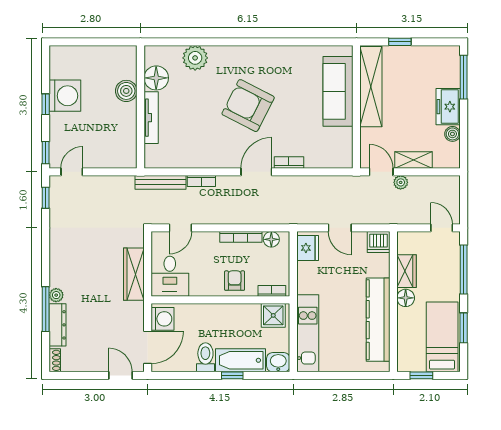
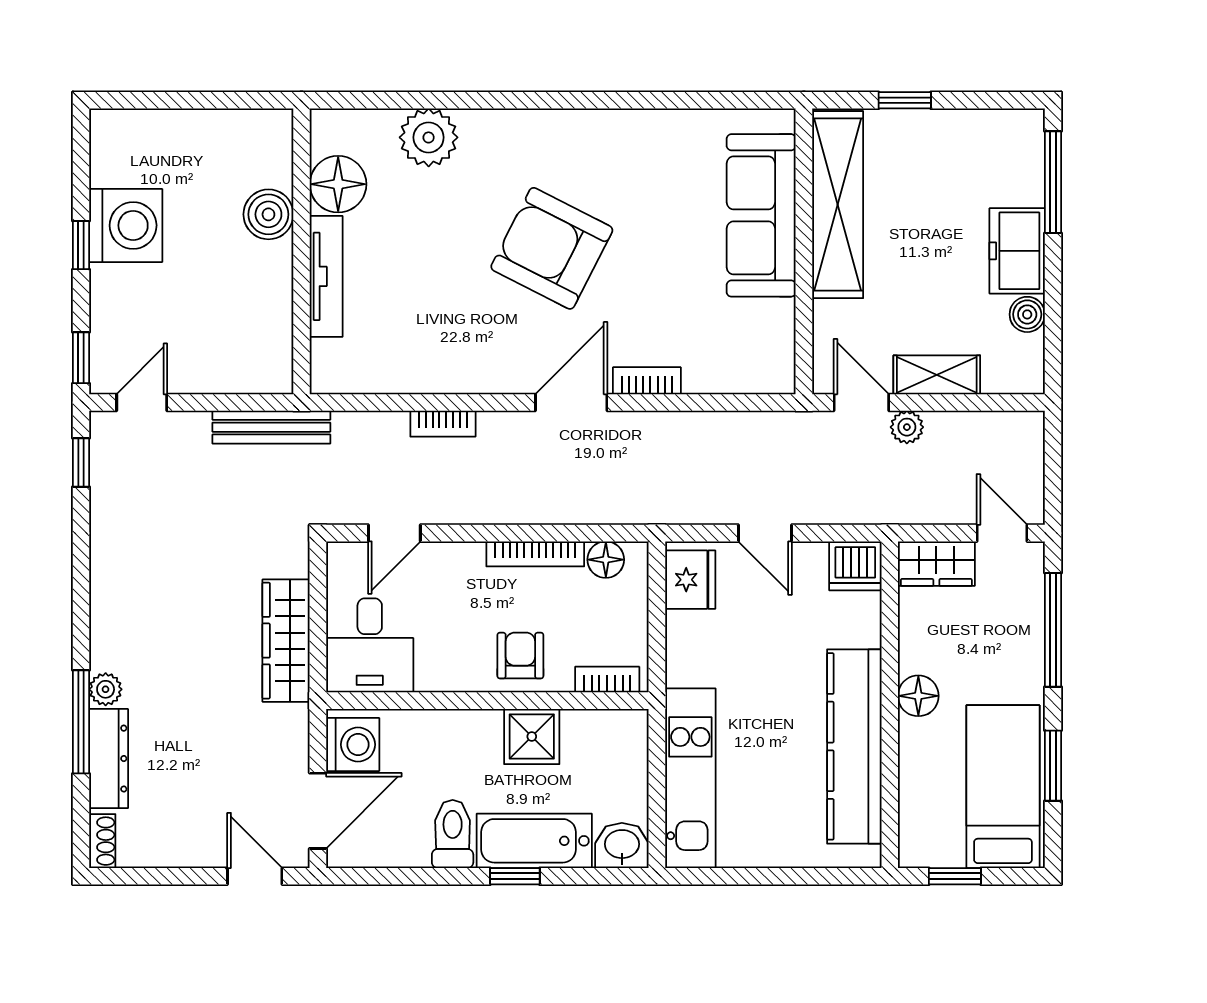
bench: (161, 182) -> (271, 427), moved
wardrobe: (406, 271) -> (936, 564), moved, turned 90
shower: (273, 315) -> (532, 736), moved

